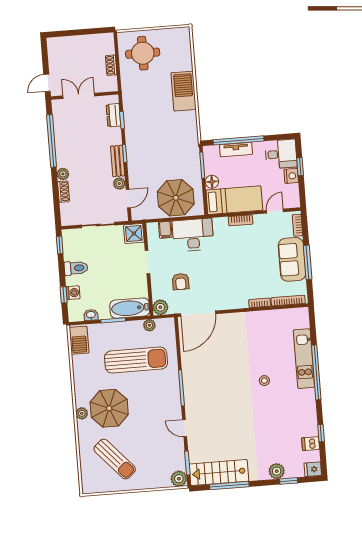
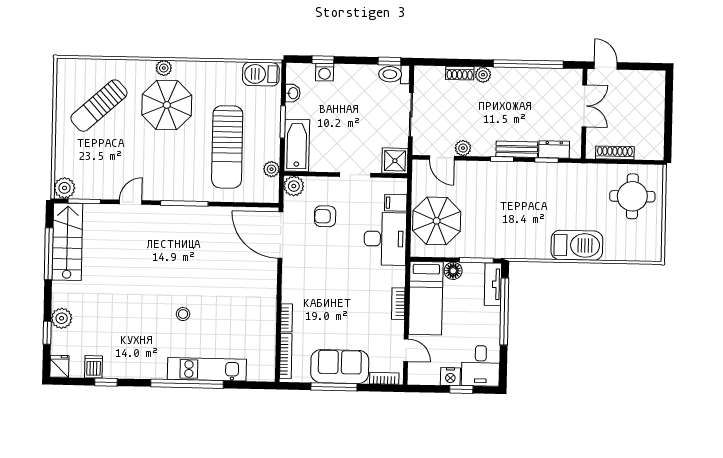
shoe rack: (111, 65) -> (615, 153), width x1.43
tv unit: (236, 150) -> (493, 284), moved
bench: (118, 161) -> (517, 149), moved
toilet: (76, 268) -> (394, 74), moved, turned 90

